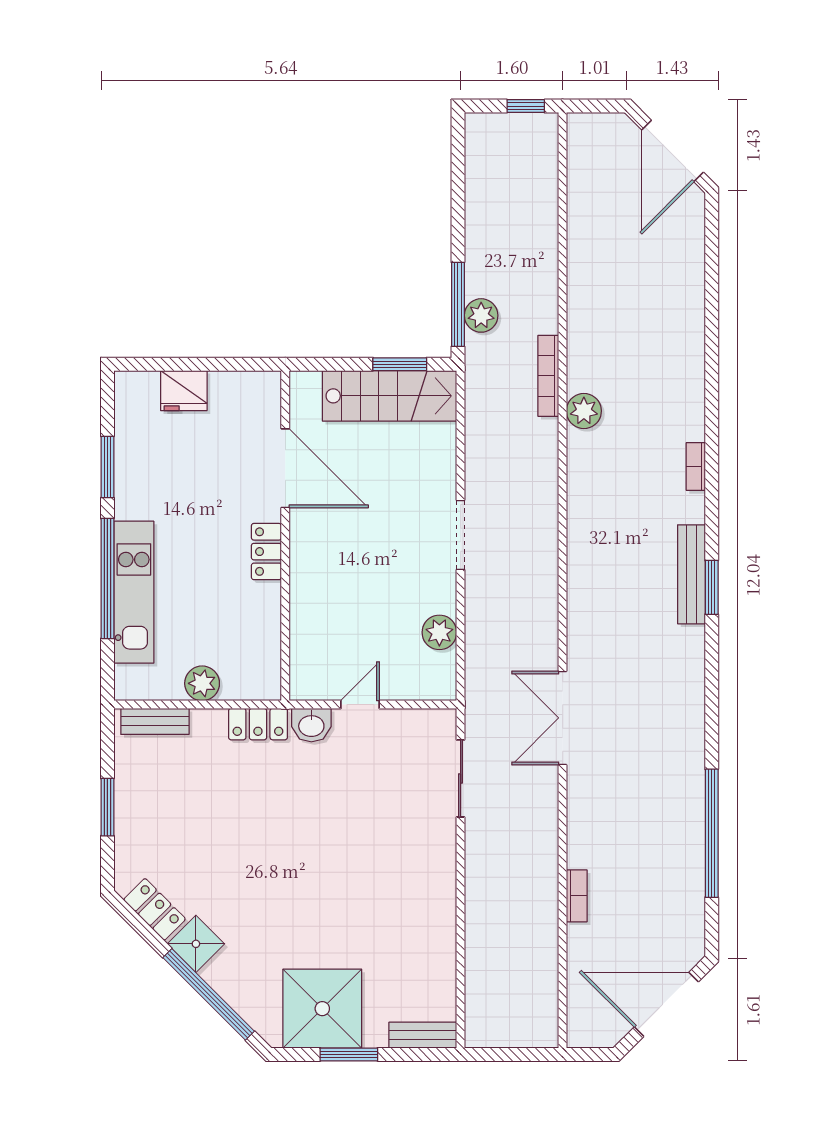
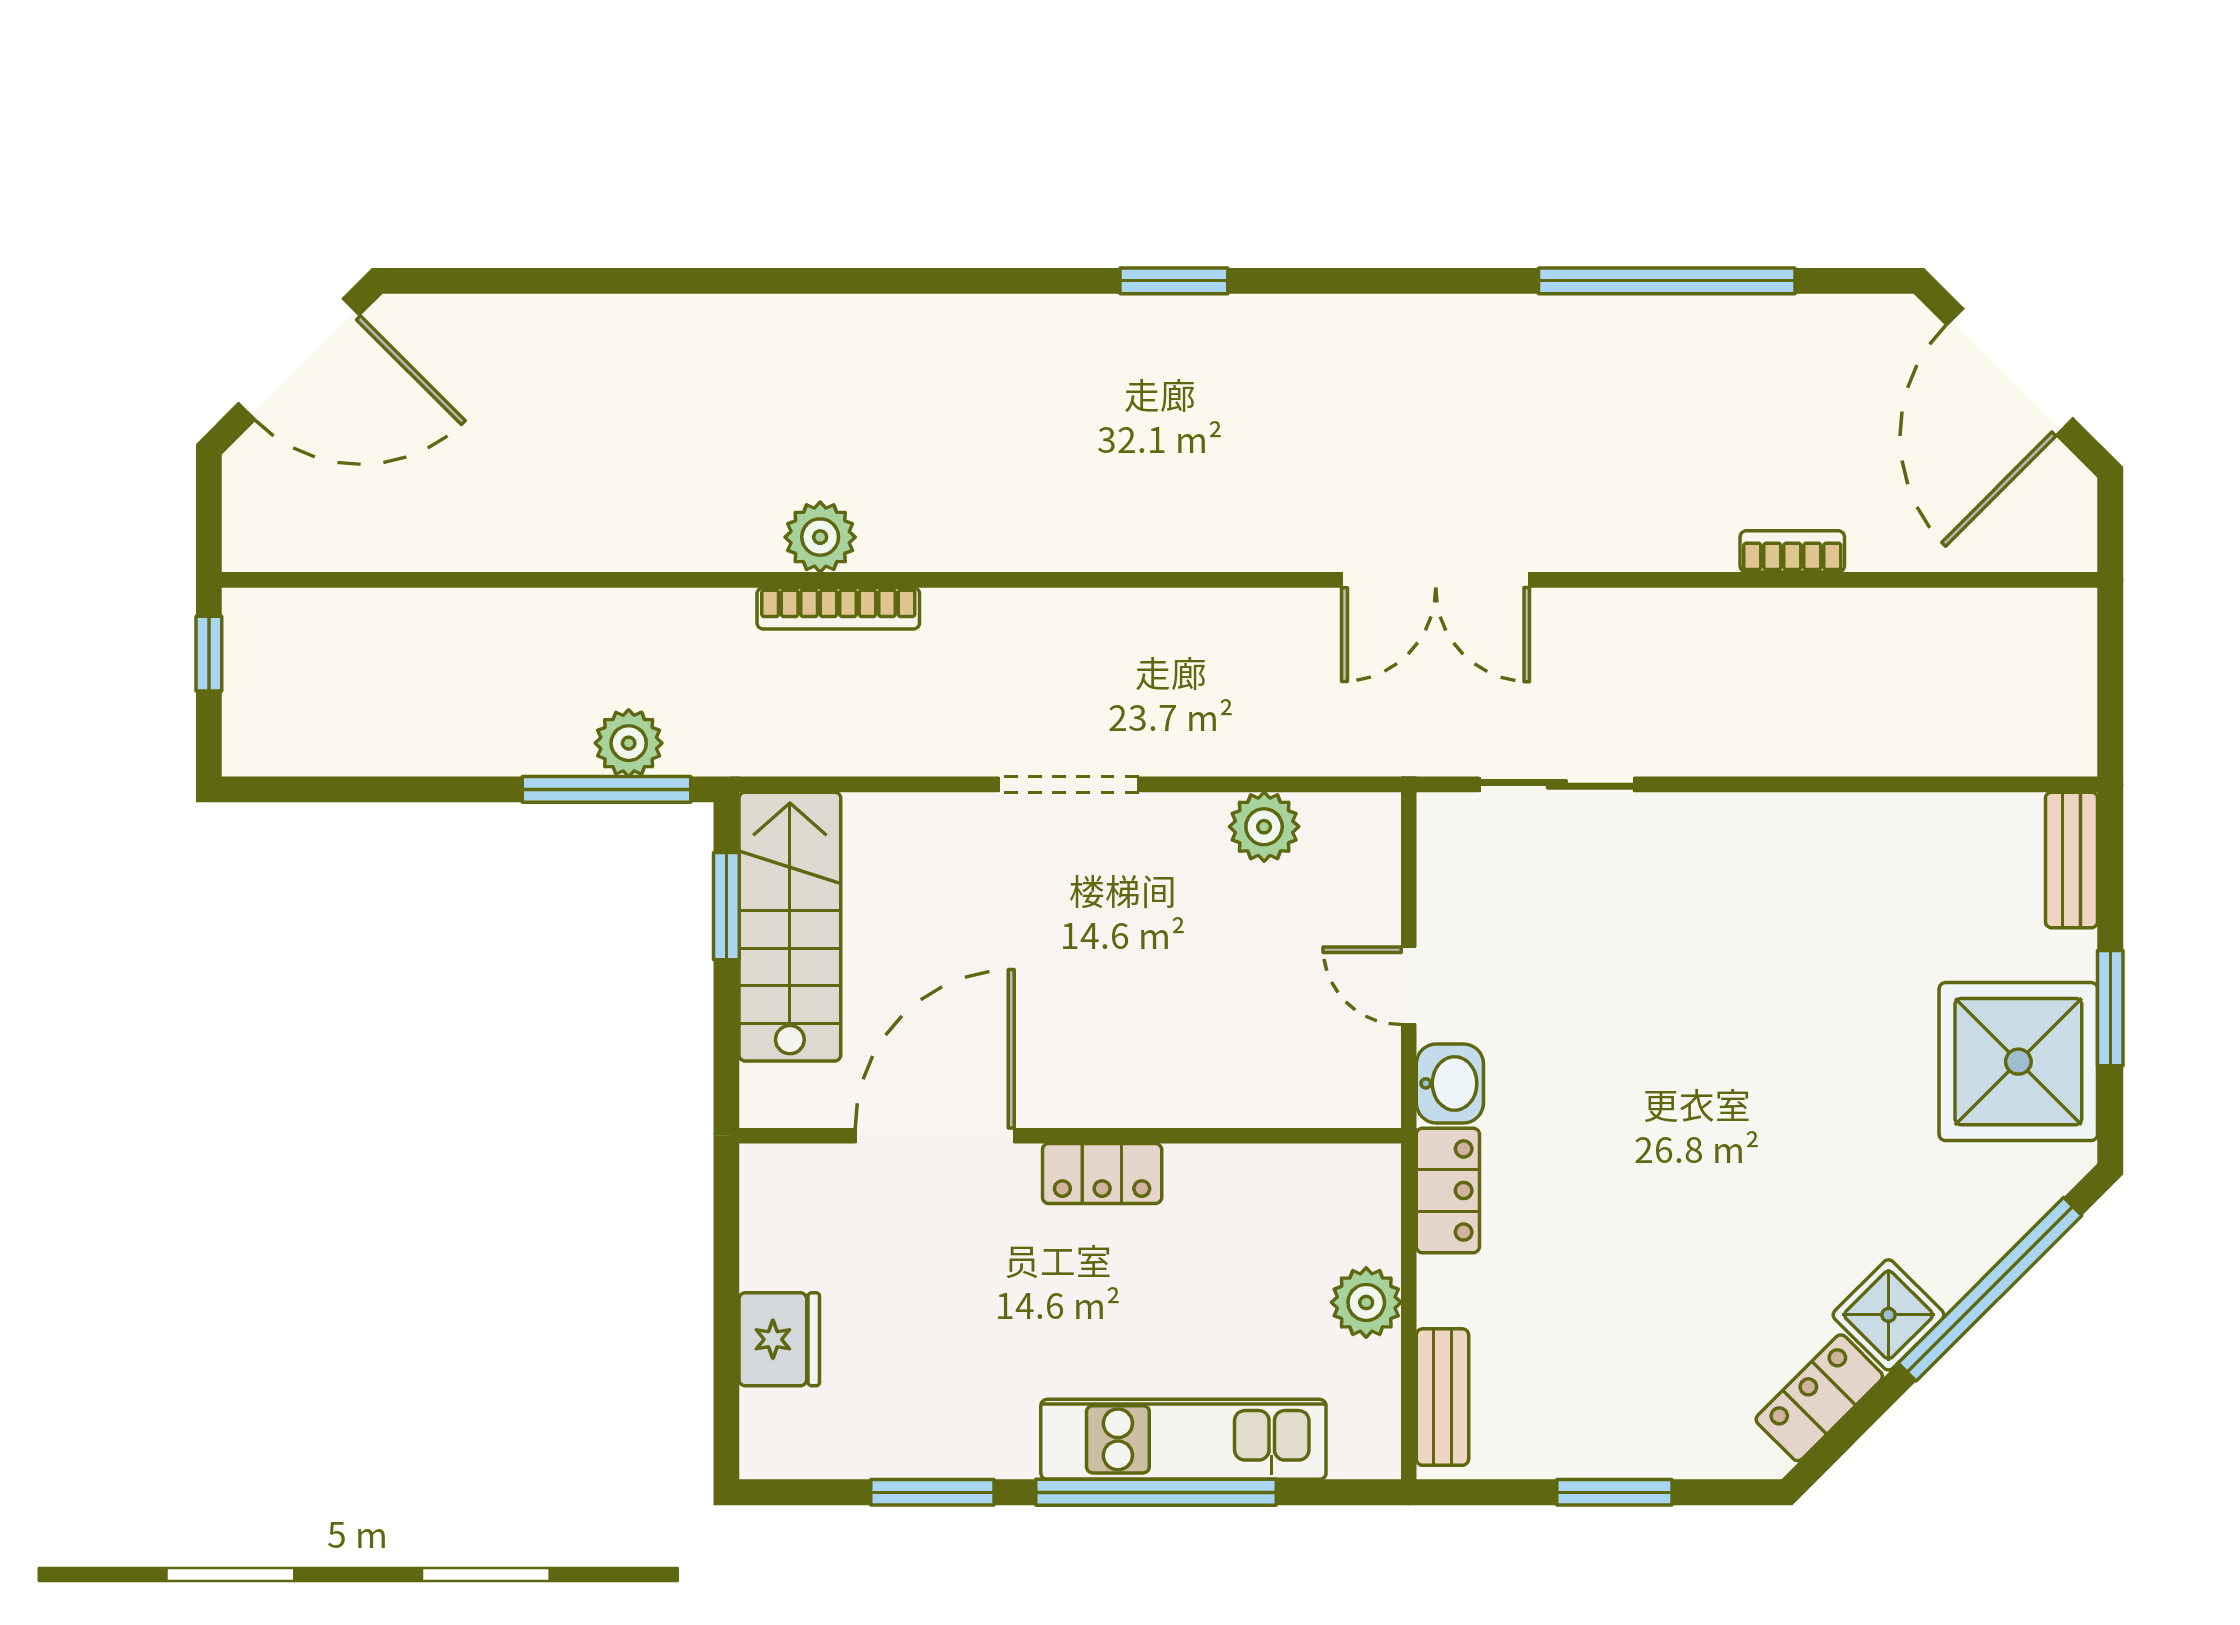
bookcase: (548, 376) -> (838, 608), moved
bookcase: (696, 466) -> (931, 313), removed
bench: (691, 574) -> (1148, 321), removed

